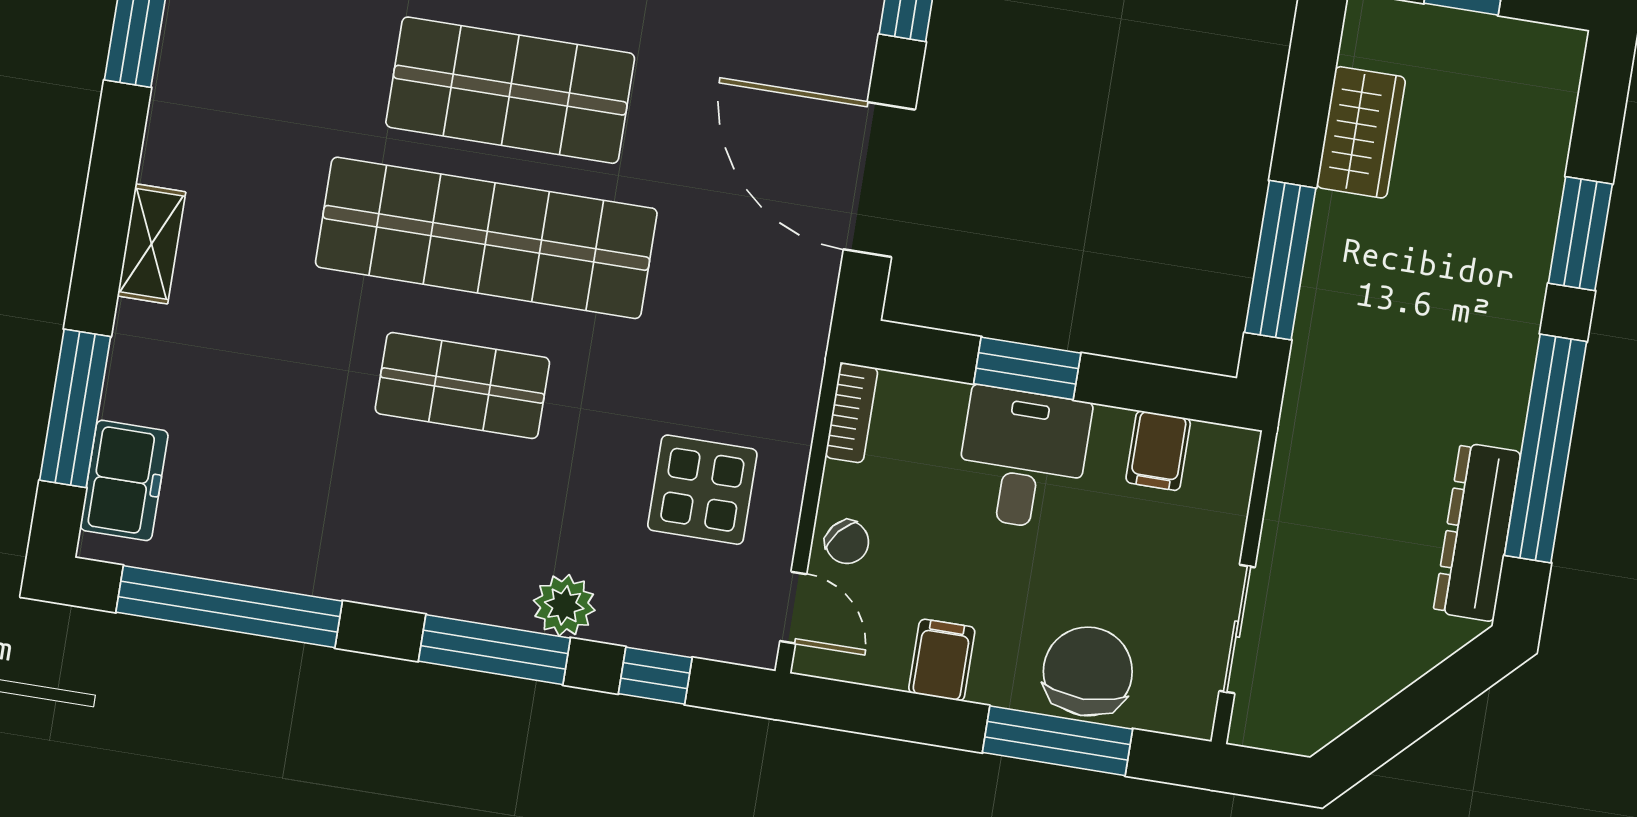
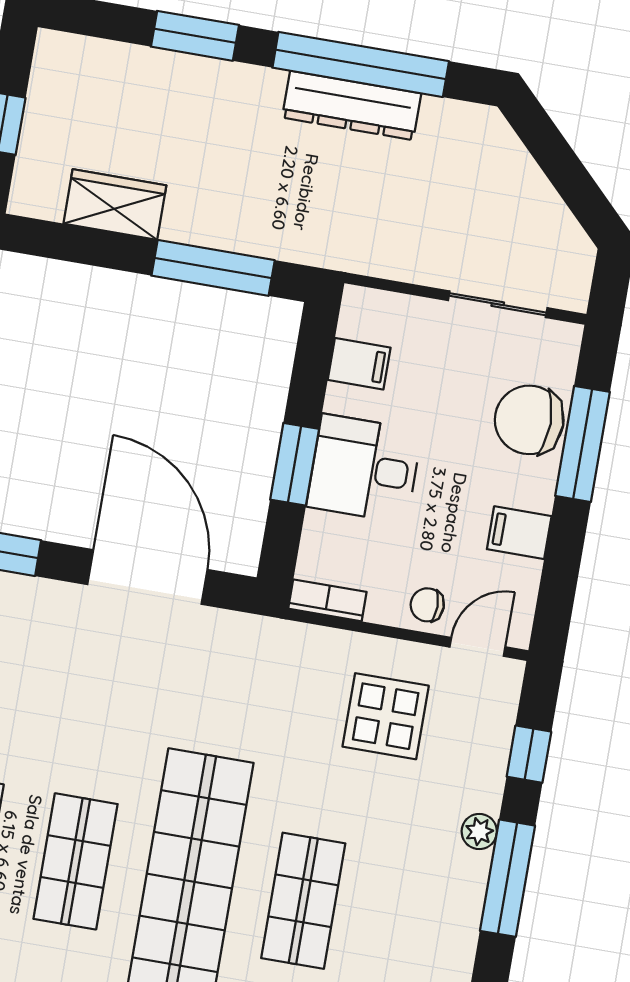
shop shelf: (510, 90) -> (75, 861), width x0.70, depth x0.74
door: (879, 179) -> (147, 577), swing flipped
dresser: (1477, 532) -> (352, 105), moved
chair: (847, 542) -> (427, 605), turned -130
plant: (564, 605) -> (479, 831), width x0.73, depth x0.73

